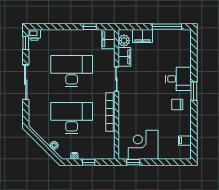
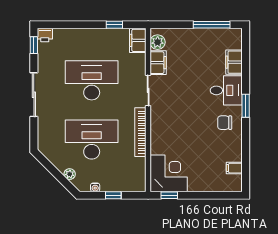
filing cabinet: (143, 36) -> (234, 62), moved, turned 90
corner desk: (143, 145) -> (169, 173), moved, turned 90

